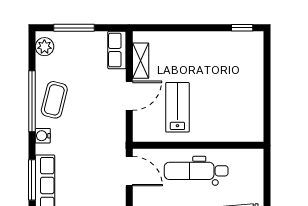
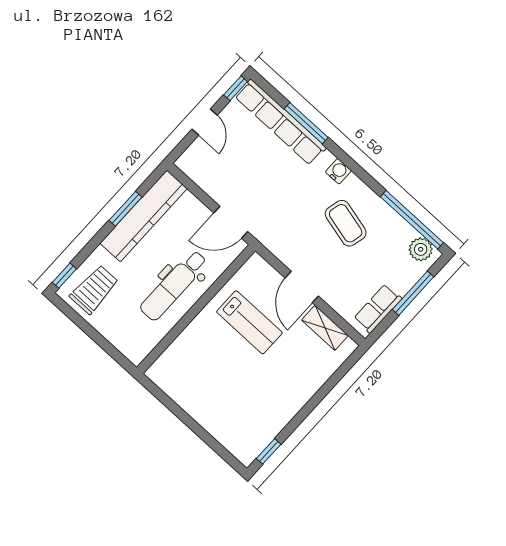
row of seats: (117, 50) -> (378, 309), moved, turned -90
coffee table: (54, 100) -> (346, 223), moved
window: (32, 101) -> (412, 220), moved
dental chair: (196, 171) -> (174, 285), turned 180

